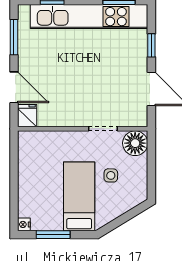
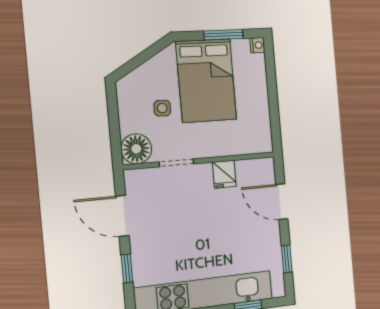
window: (14, 37) -> (287, 259), width x0.67
fridge: (27, 116) -> (224, 174), moved
bed: (79, 196) -> (206, 81), width x1.50

